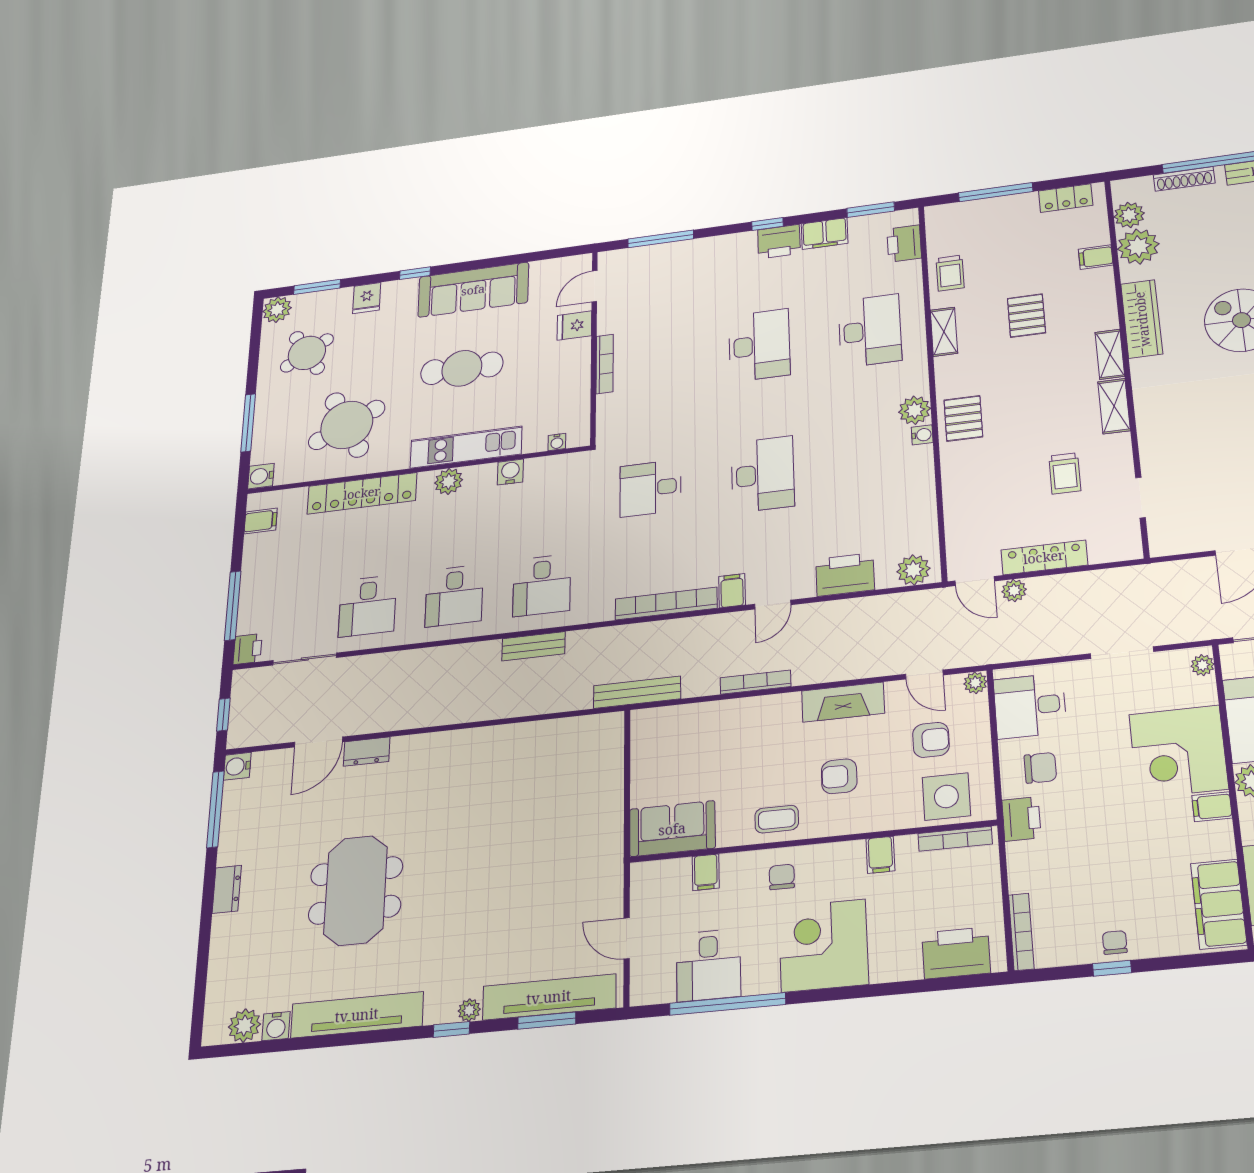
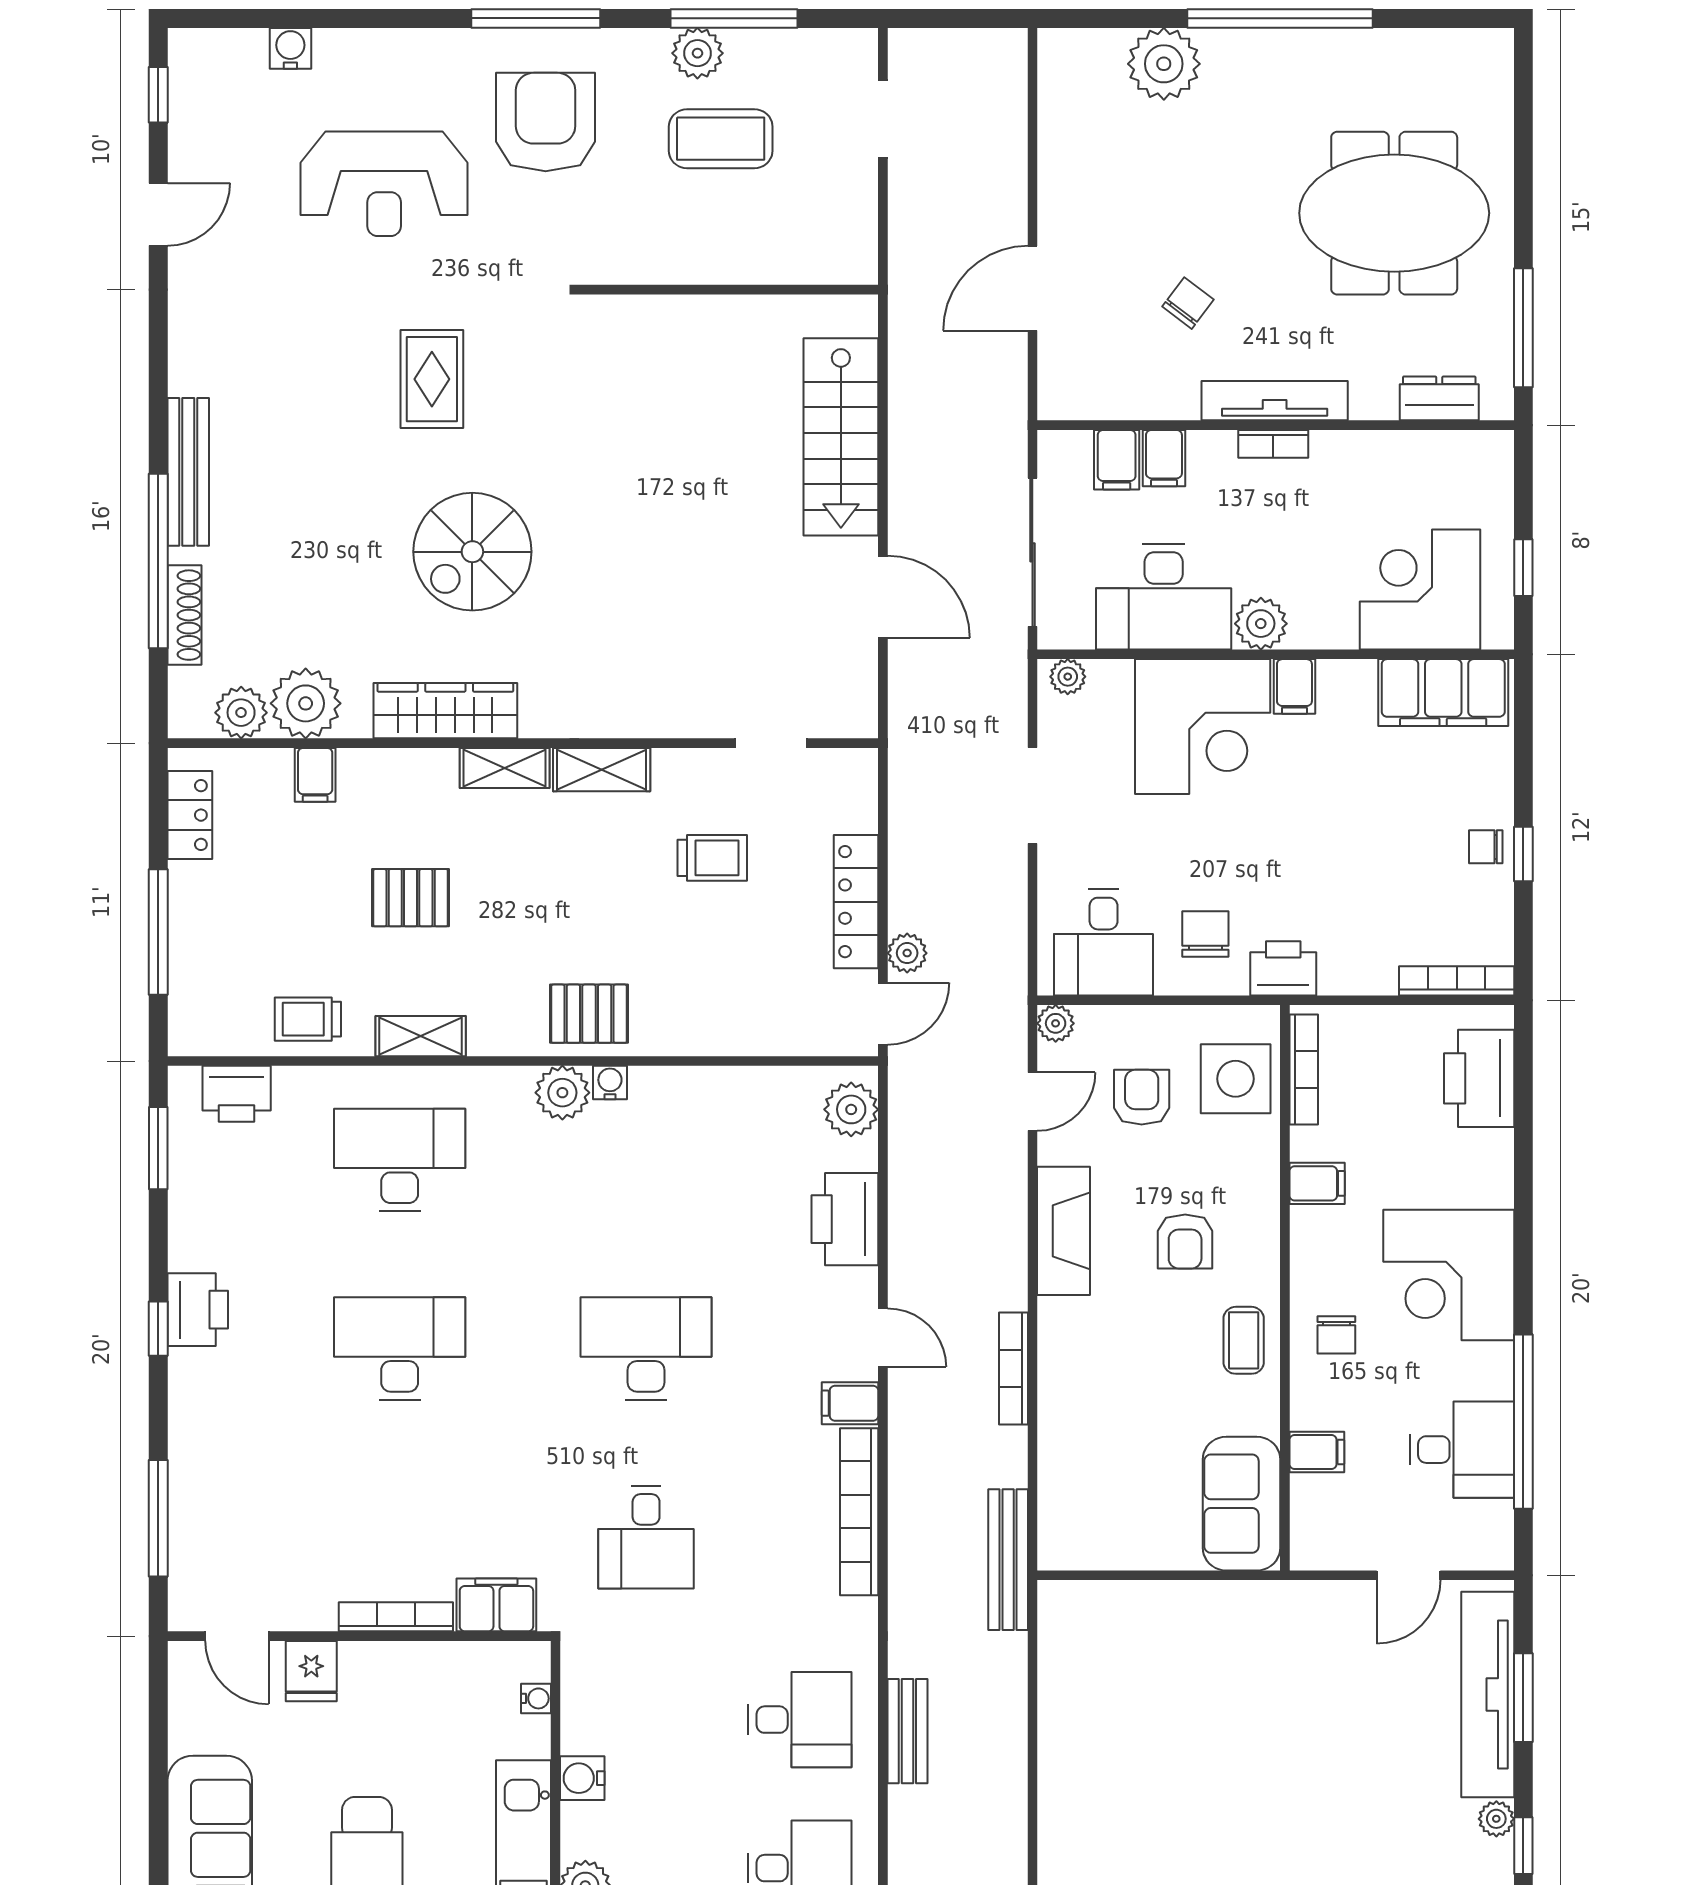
filing cabinet: (825, 234) -> (496, 1605), moved, turned -90
trolley: (950, 273) -> (308, 1019), turned 180
chair: (782, 877) -> (1336, 1335), turned -90

